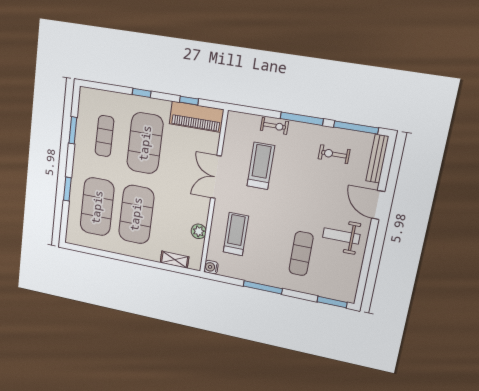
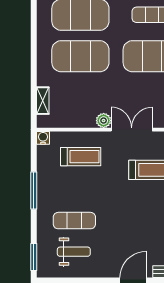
plant: (199, 231) -> (104, 121), moved
weight bench: (341, 236) -> (74, 252), moved, turned 90

